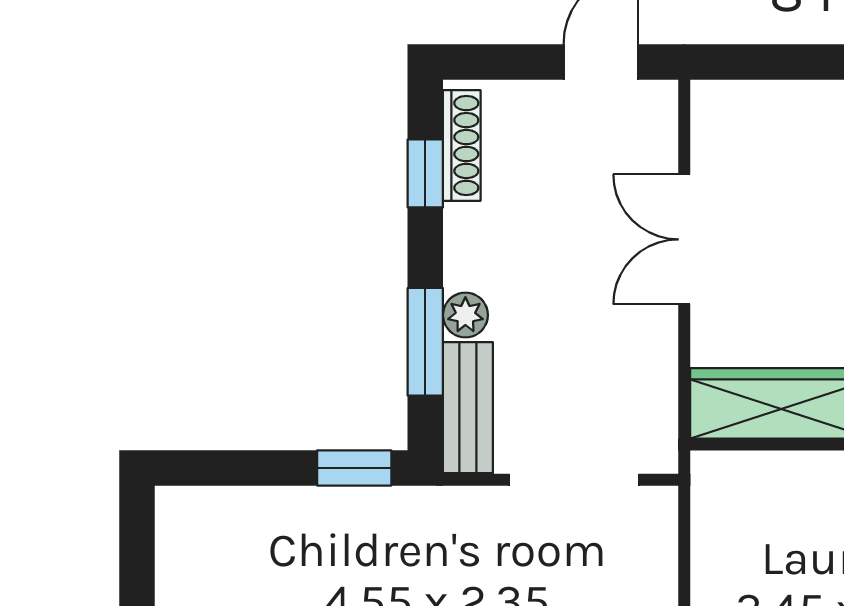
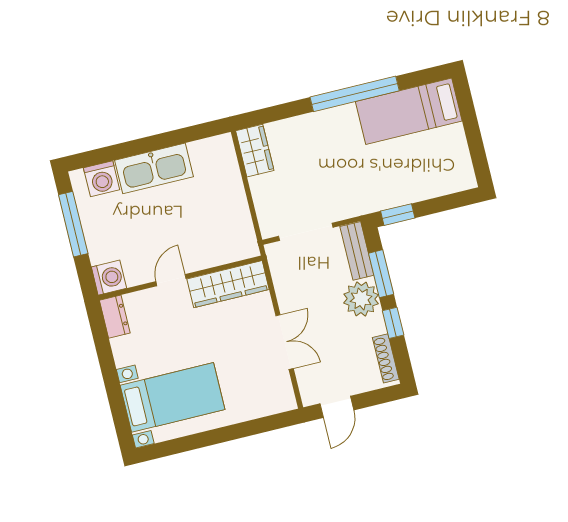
window: (425, 173) -> (393, 323), moved
plant: (465, 315) -> (361, 299), width x1.87, depth x1.87

